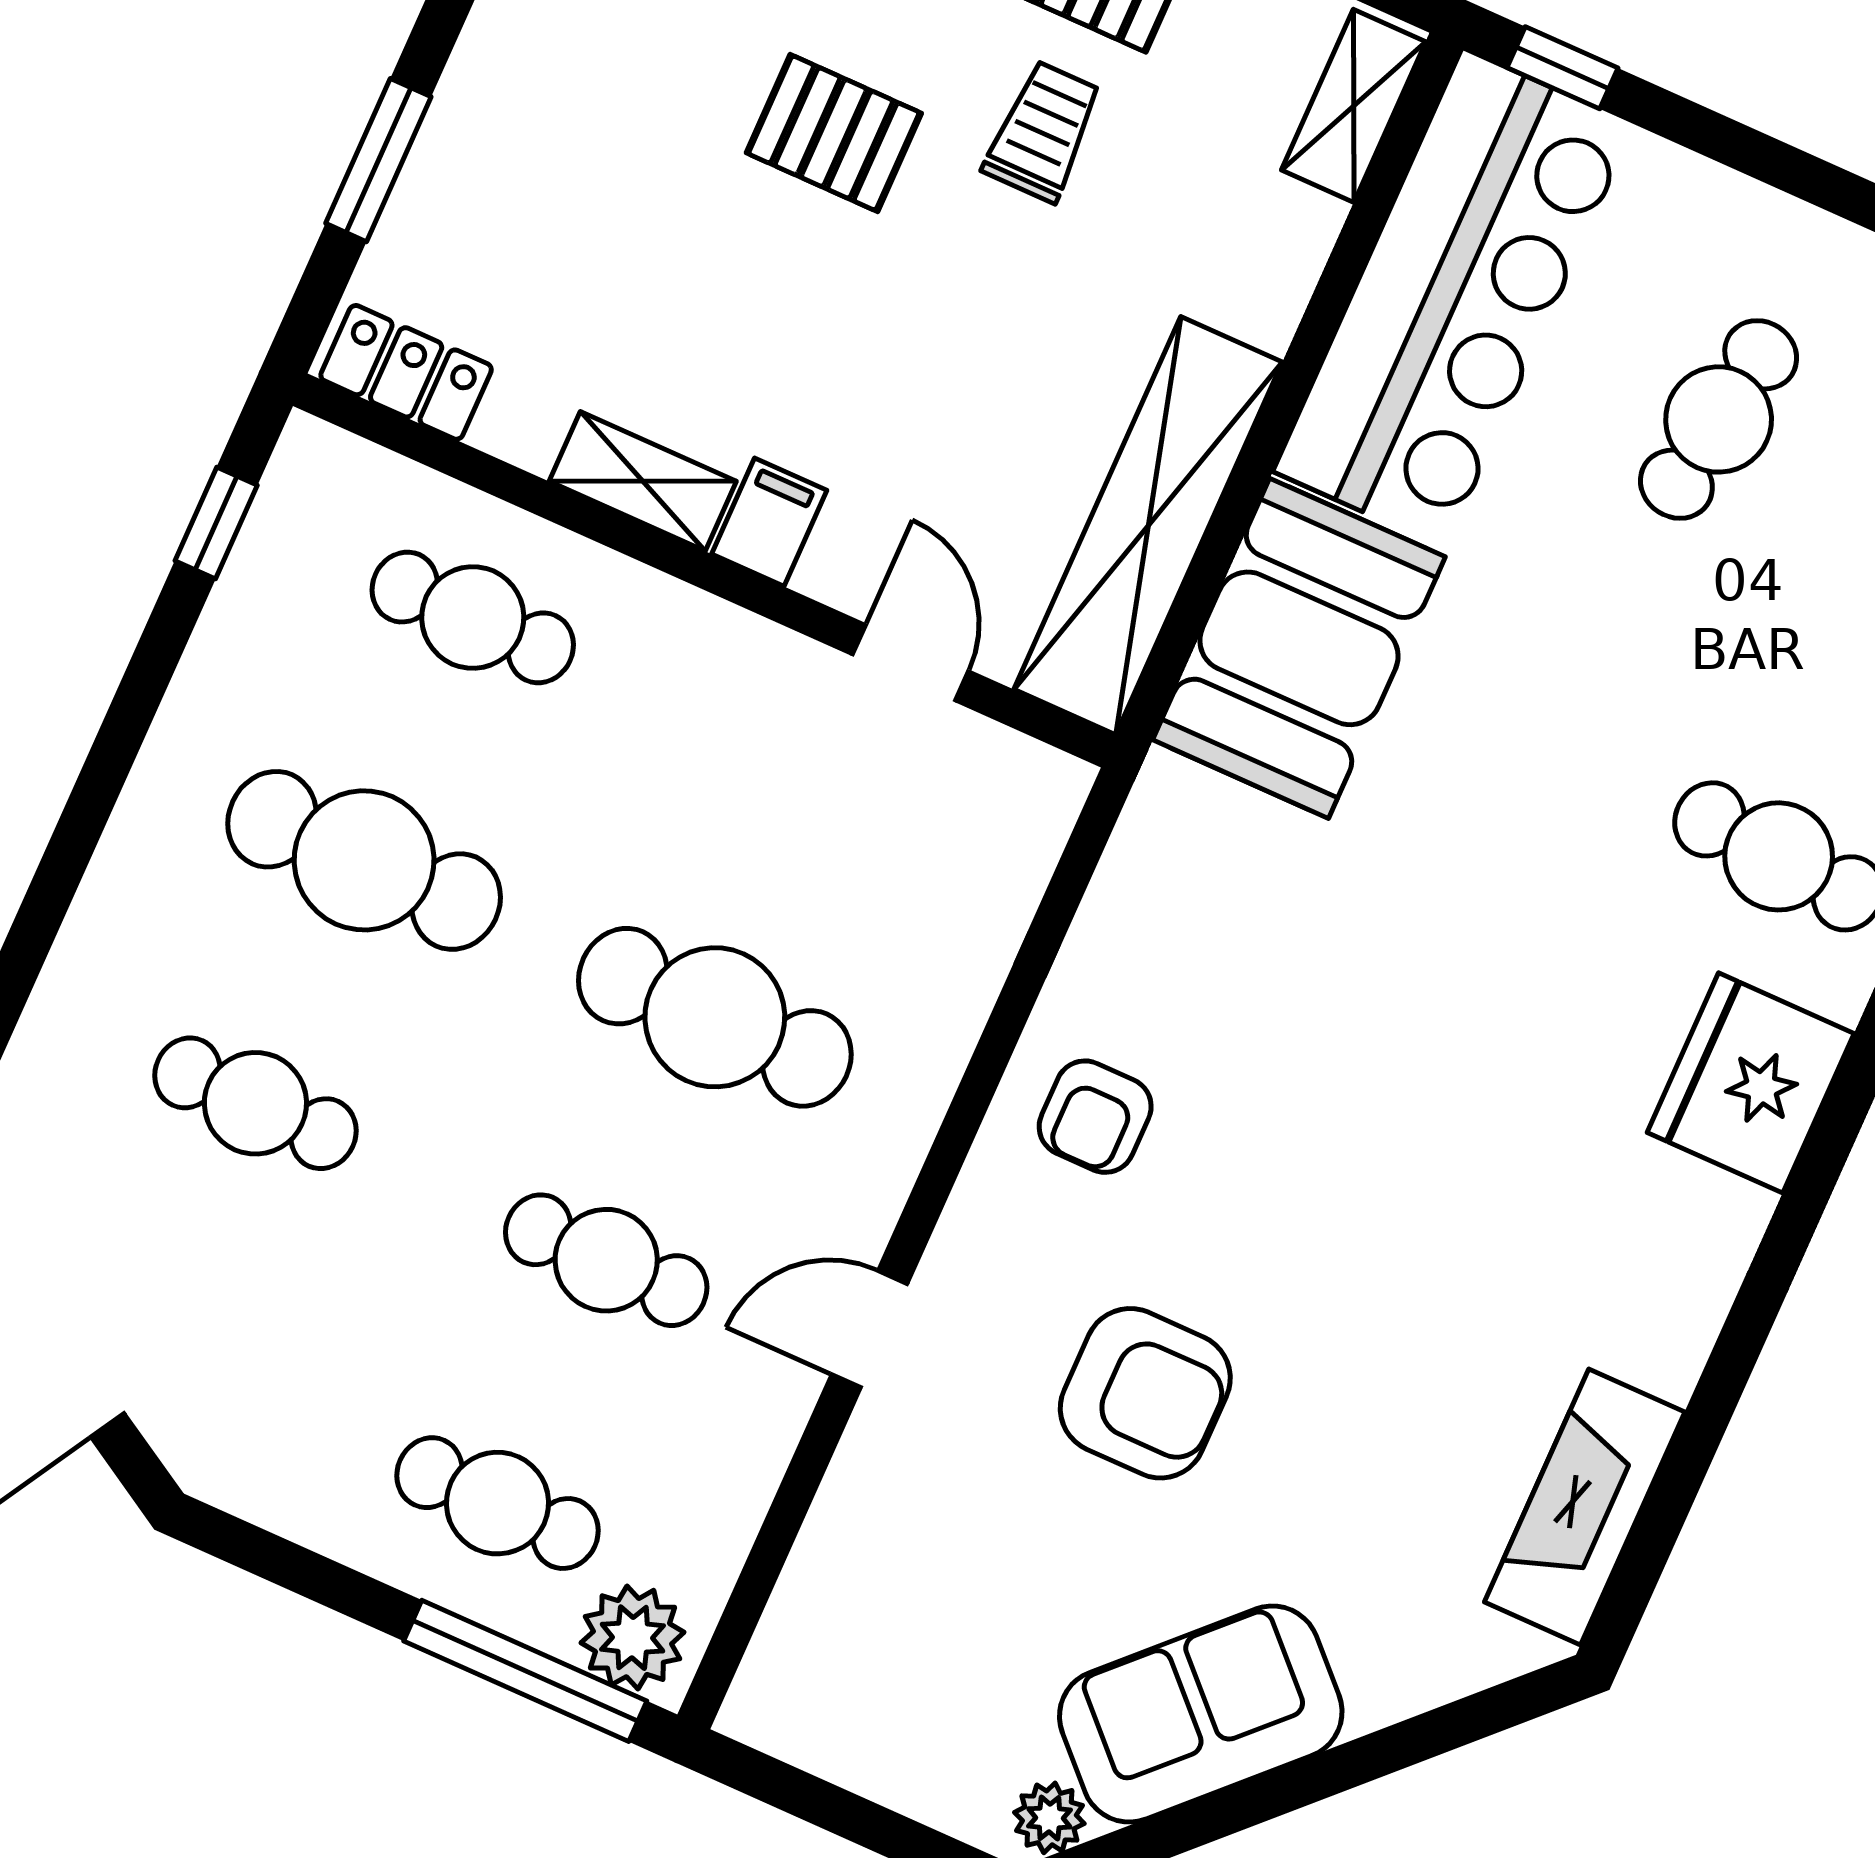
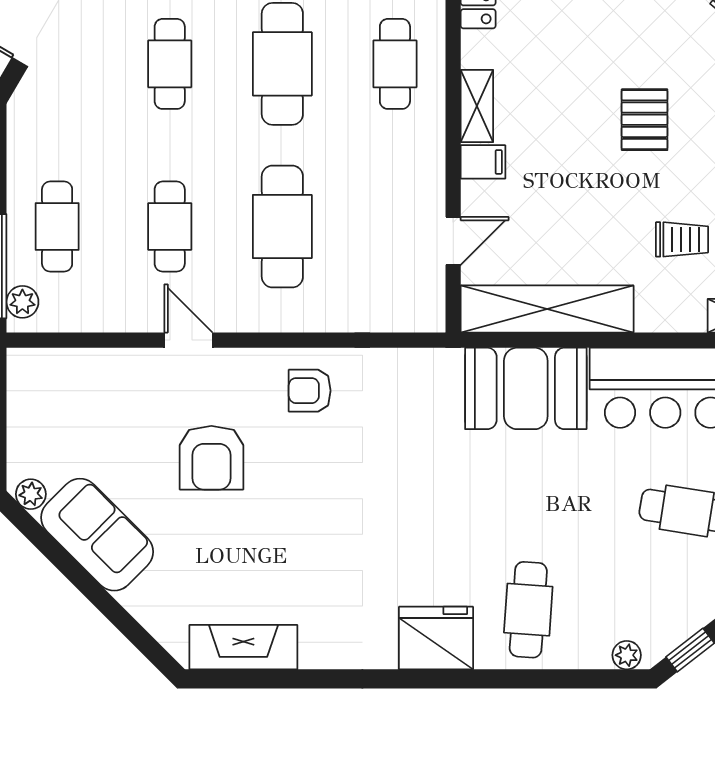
trolley: (1043, 131) -> (682, 239), moved
plant: (633, 1638) -> (22, 302), width x0.73, depth x0.73

